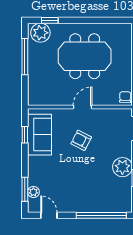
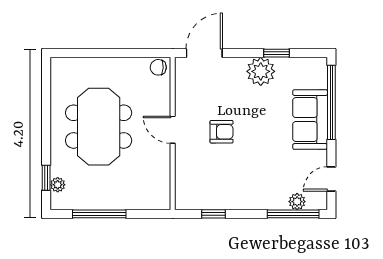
plant: (40, 33) -> (58, 185), width x0.53, depth x0.53
sofa: (40, 135) -> (310, 120), moved, turned -90
armchair: (81, 140) -> (222, 132), turned -117
window: (25, 189) -> (293, 214), width x1.44

